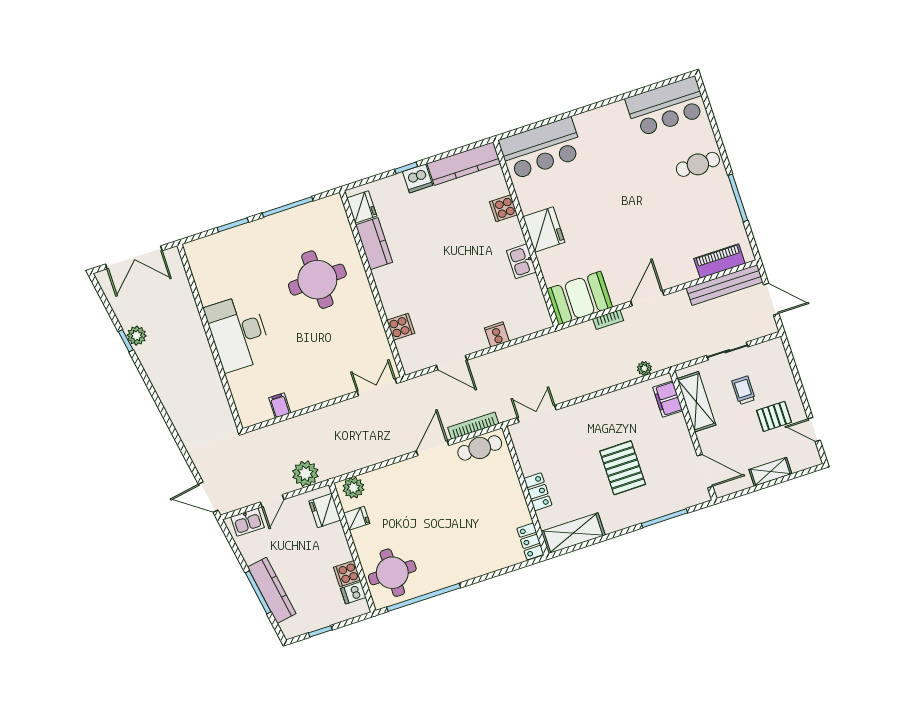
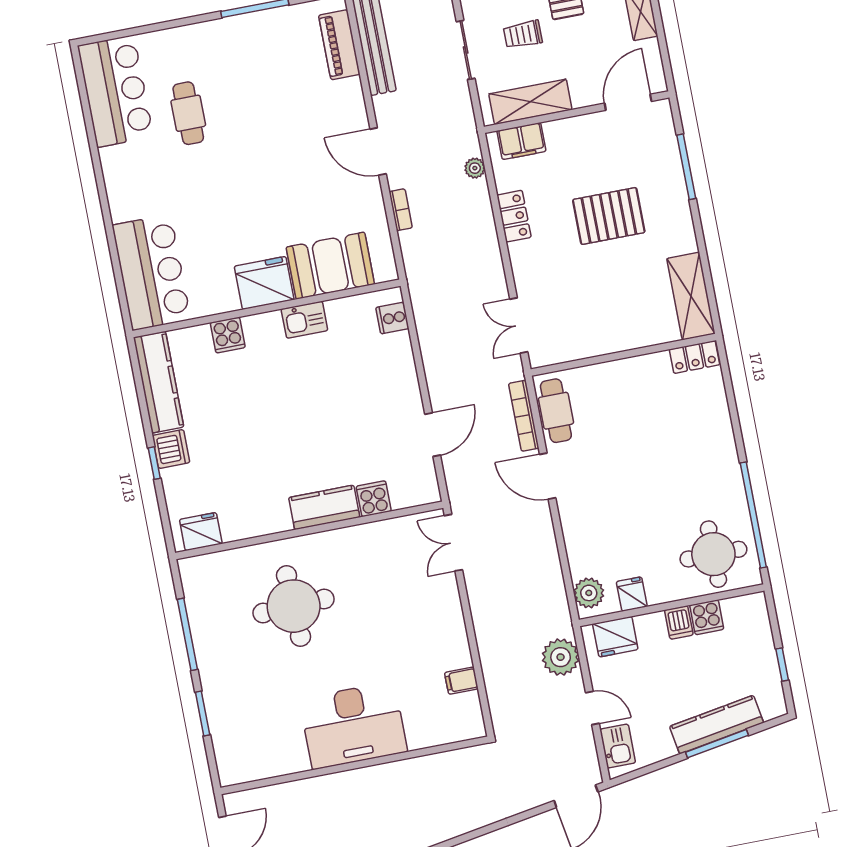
cafe table: (698, 164) -> (188, 113), moved
kitchen counter: (374, 244) -> (324, 507), moved
booth: (580, 298) -> (330, 266), moved, turned 90
cooker: (497, 335) -> (392, 318), moved
locker: (538, 492) -> (514, 216), moved, turned 90
dishwasher: (353, 593) -> (679, 622), moved

